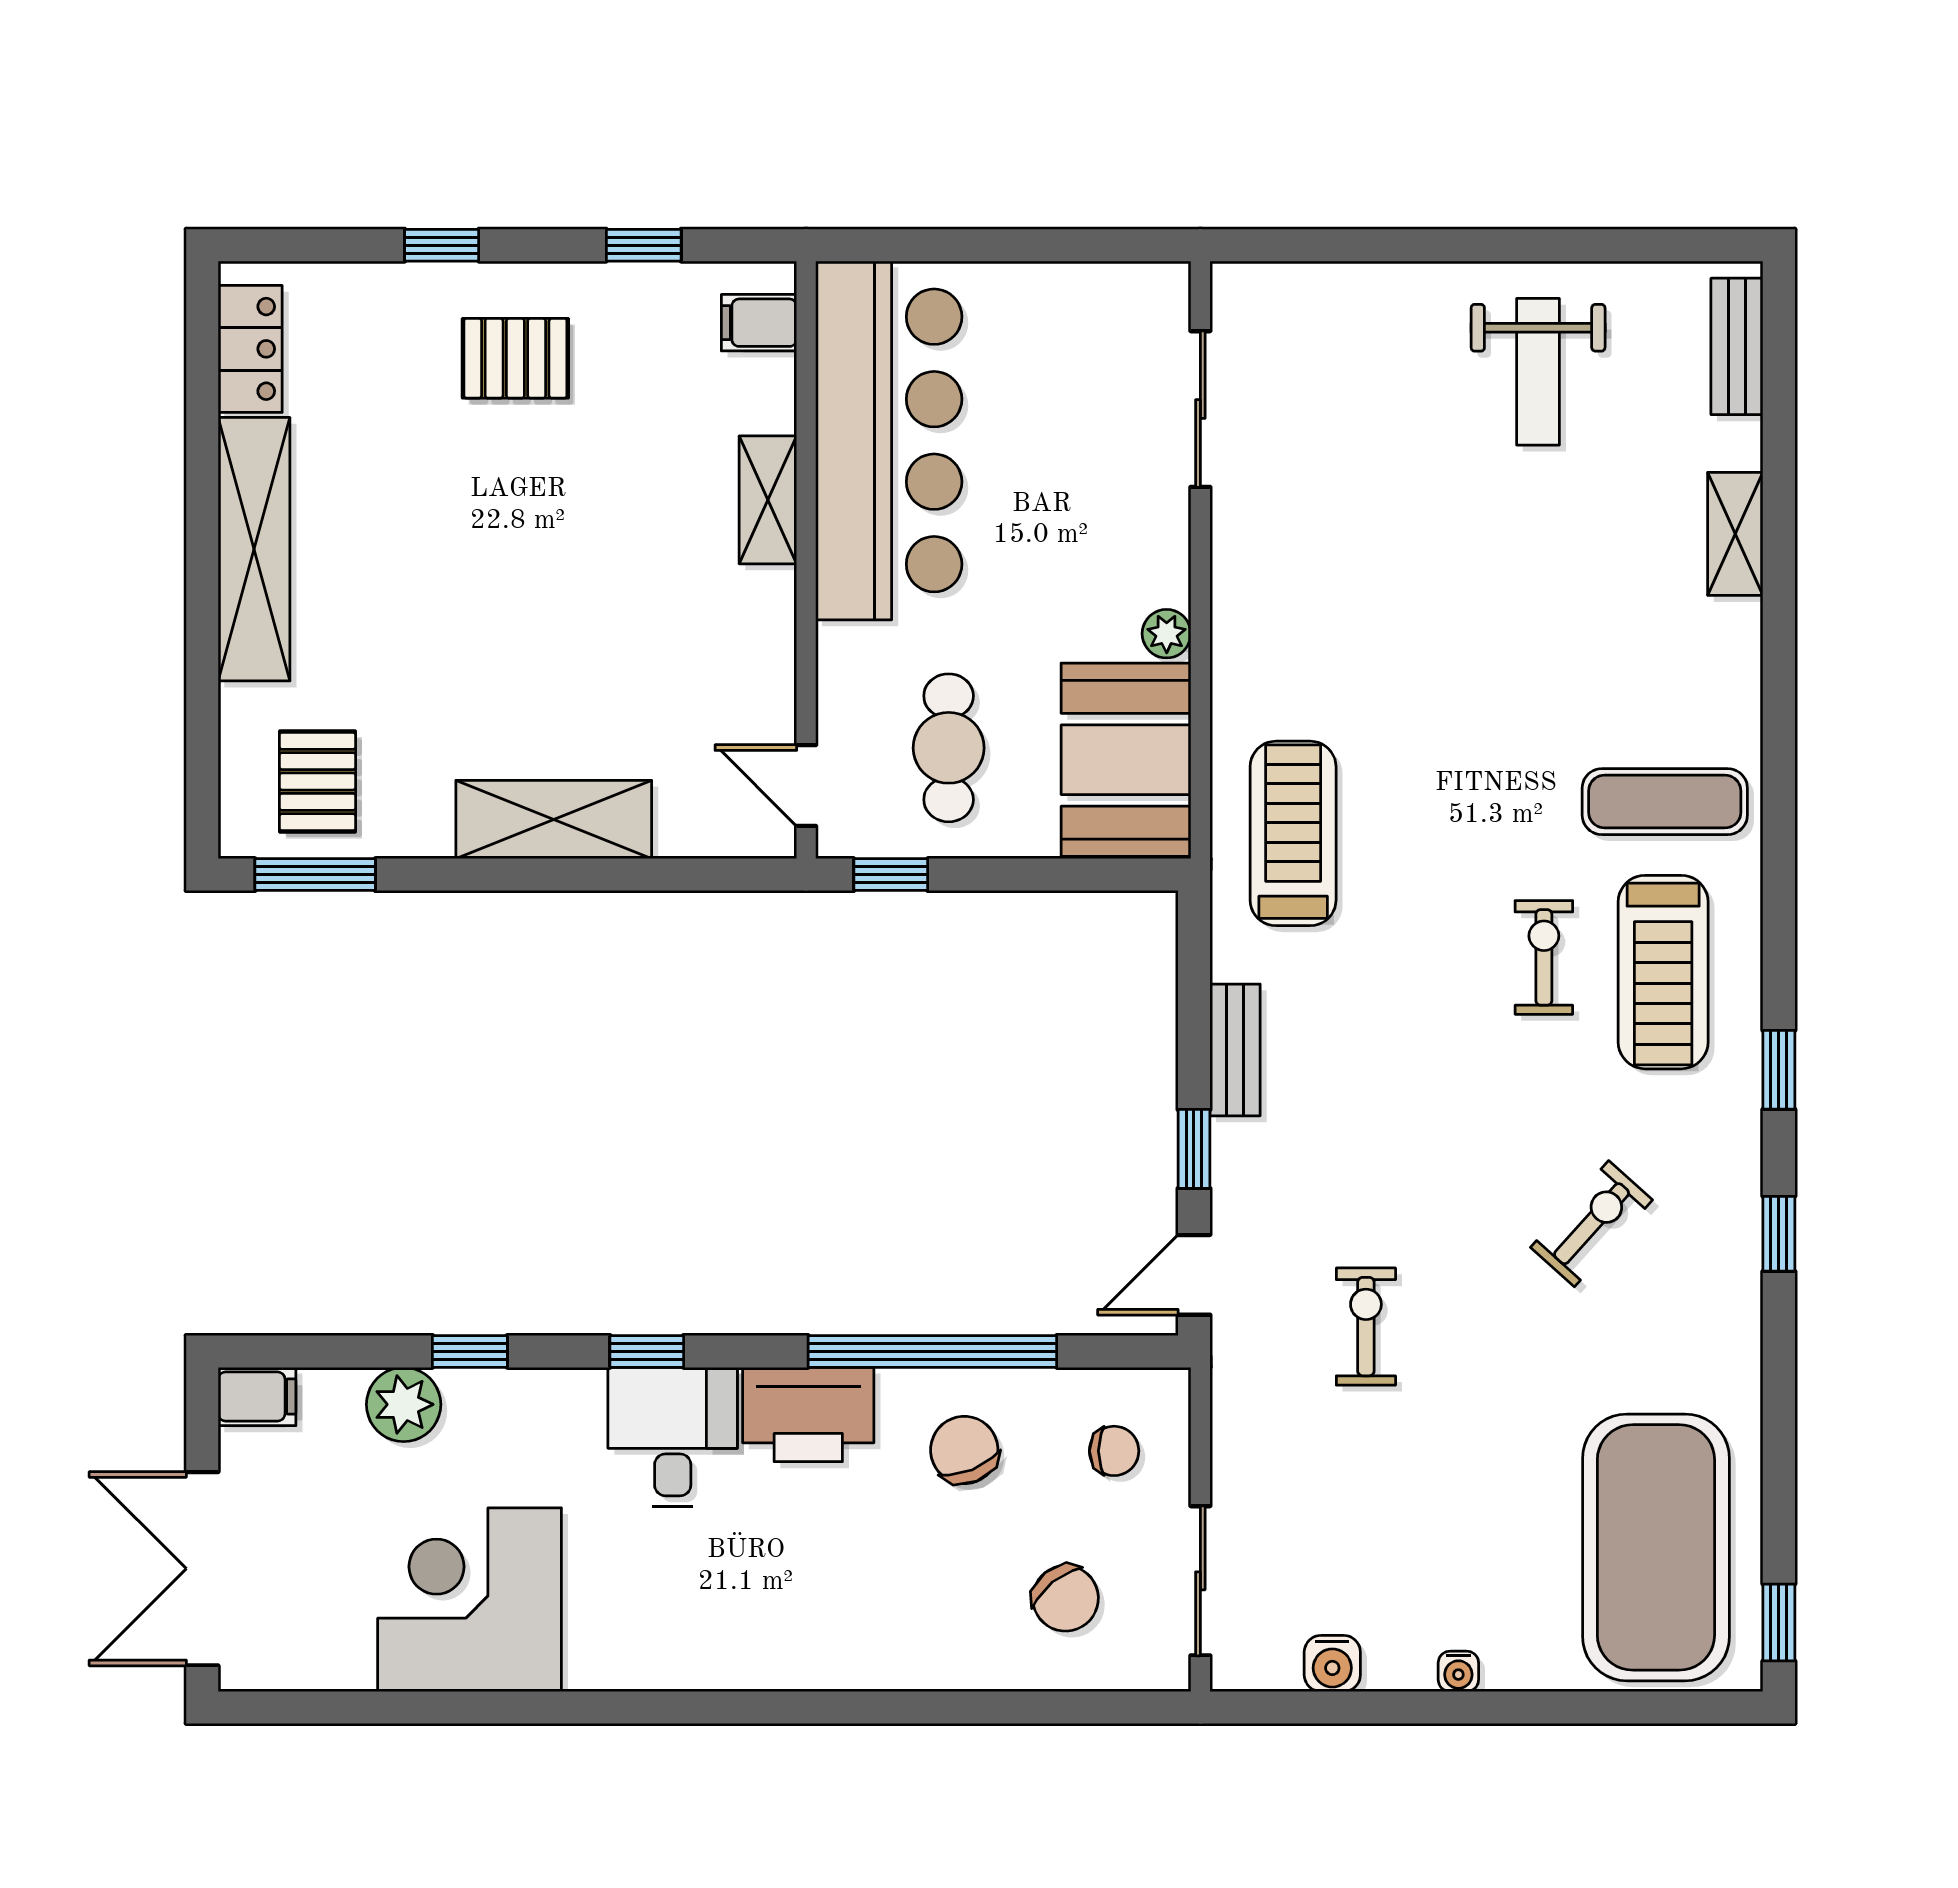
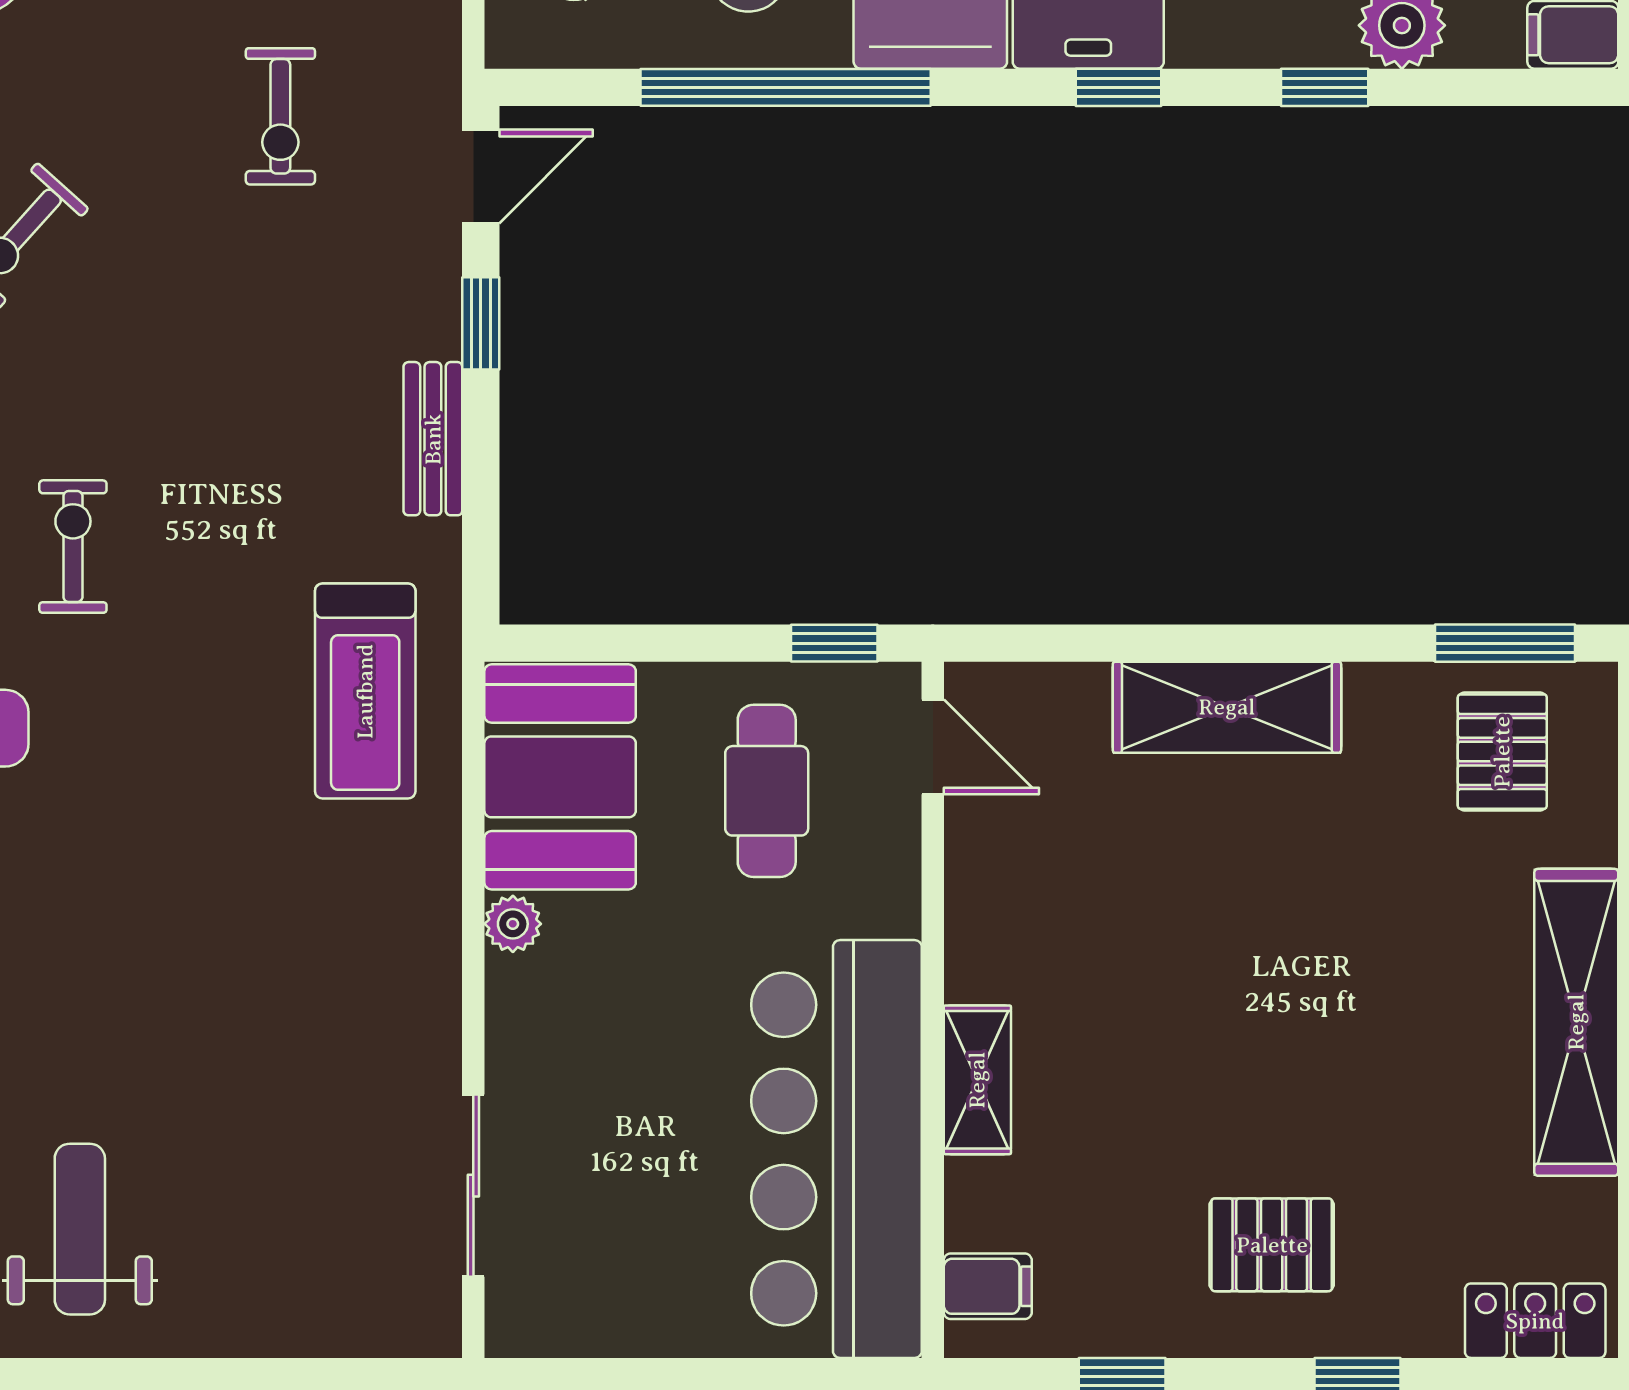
locker: (250, 349) -> (1535, 1321), moved, turned 90
exercise bike: (1544, 957) -> (73, 547), turned 180

